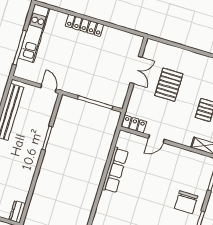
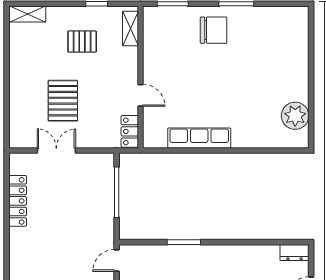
locker: (85, 25) -> (18, 201), moved
pallet: (169, 85) -> (63, 101), turned 90

